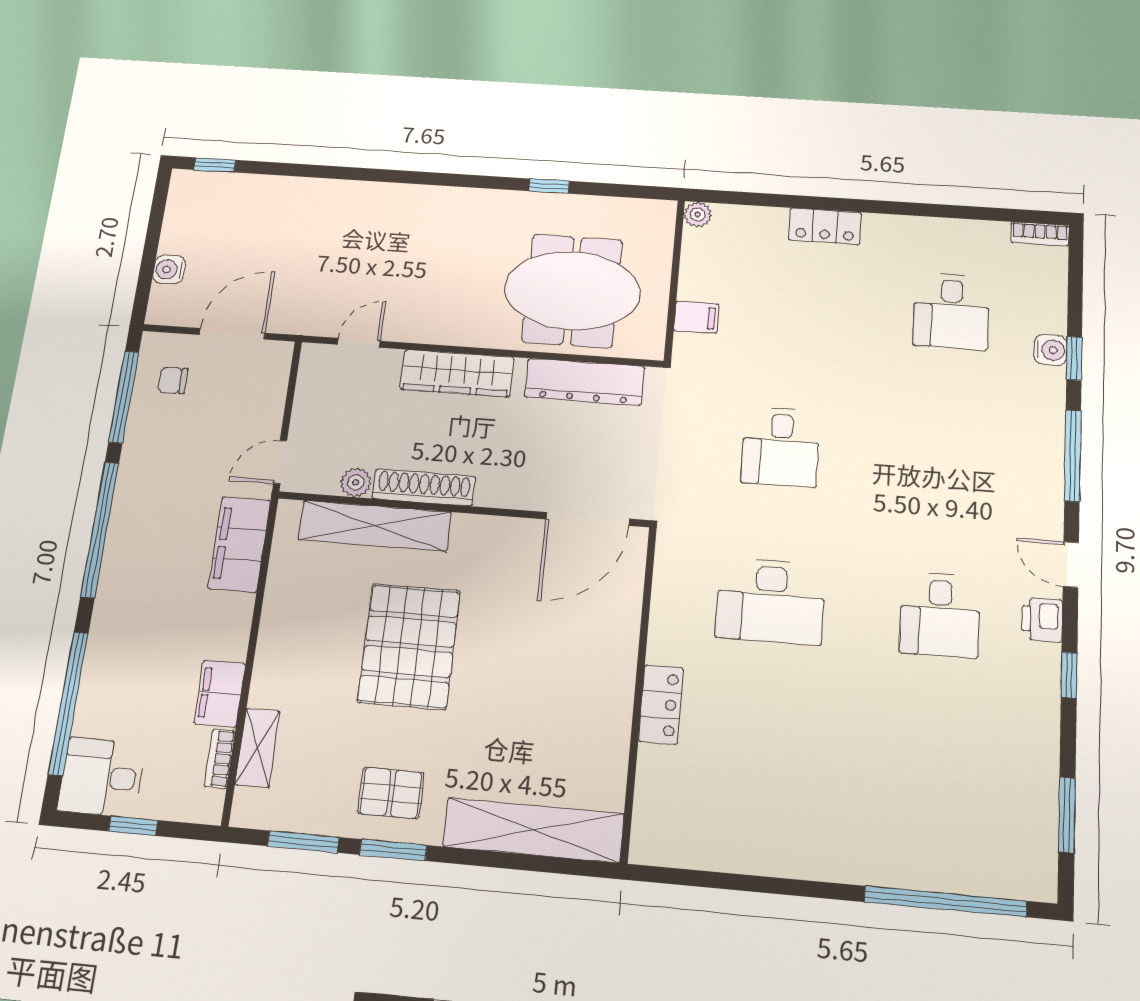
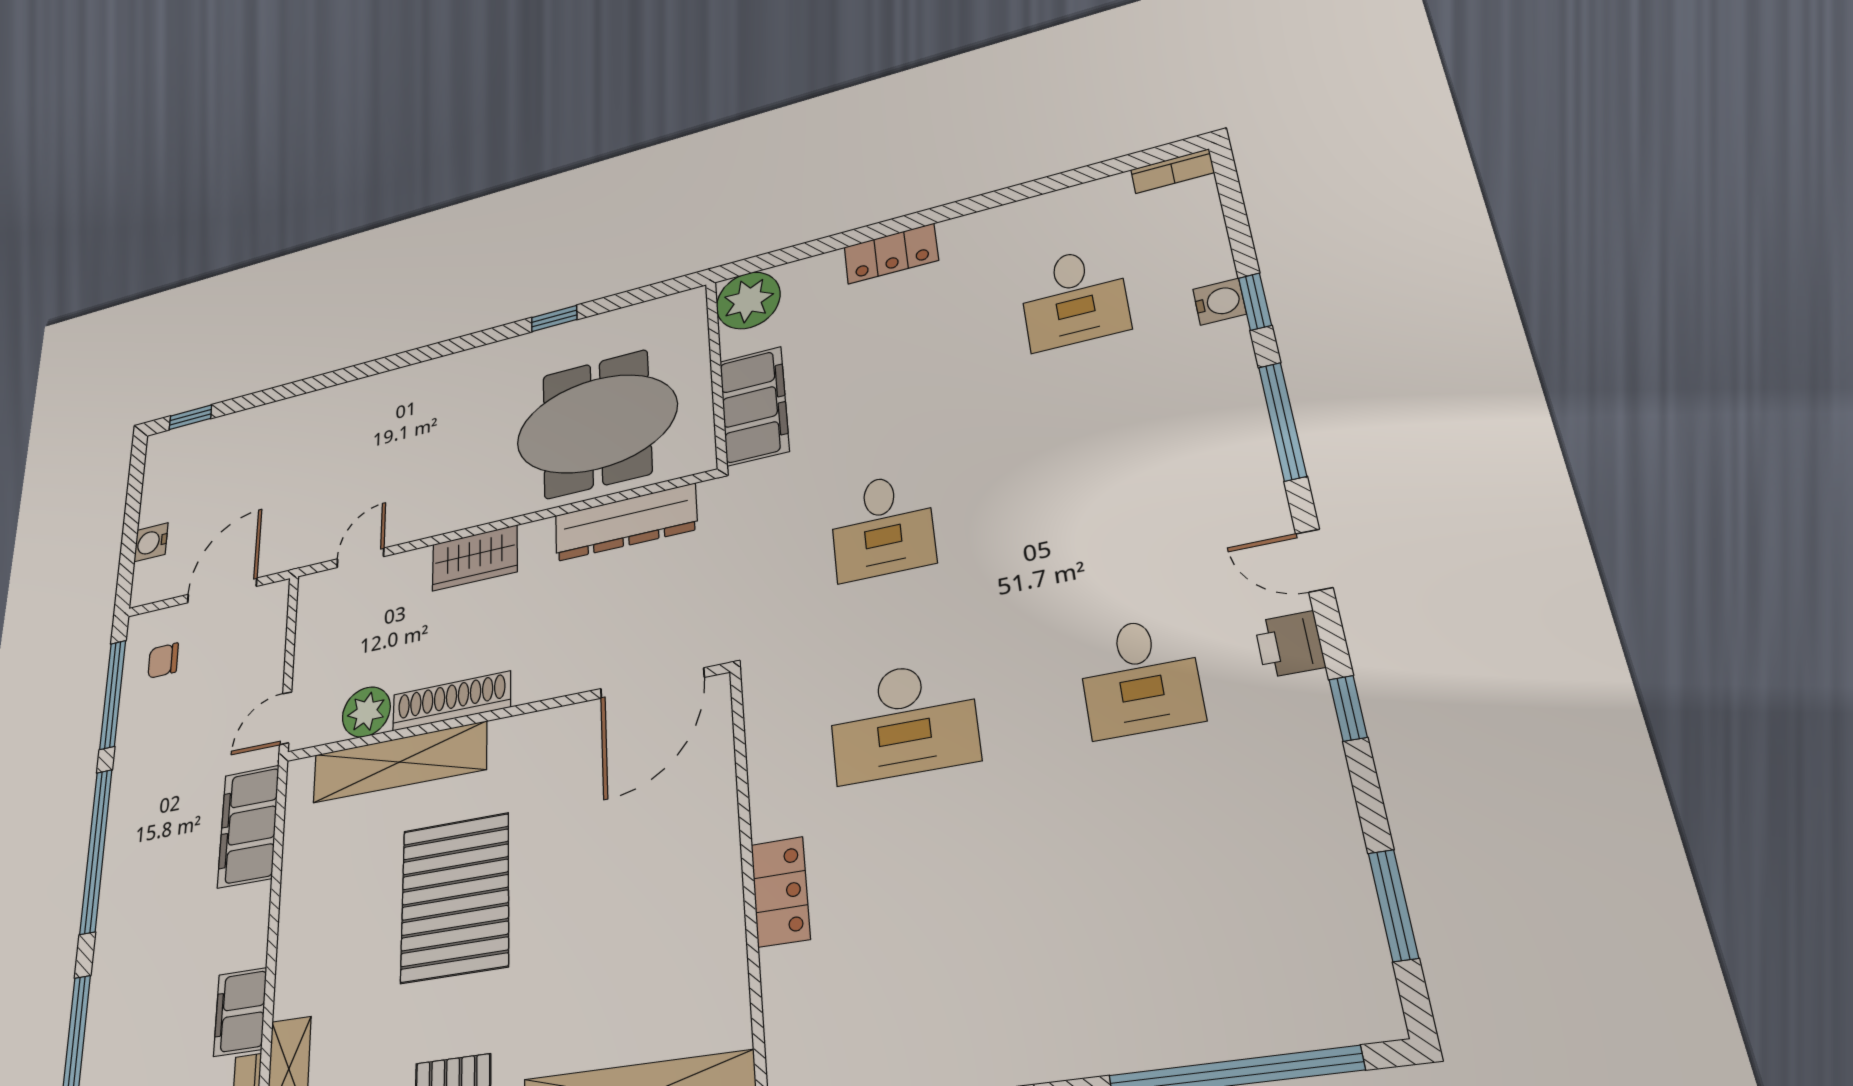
plant: (698, 215) -> (748, 300), width x1.88, depth x1.88
filing cabinet: (696, 317) -> (754, 406), width x3.00, depth x1.17
wardrobe: (457, 373) -> (475, 558), width x0.67
plant: (356, 482) -> (366, 712), width x1.38, depth x1.38

